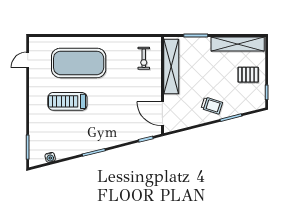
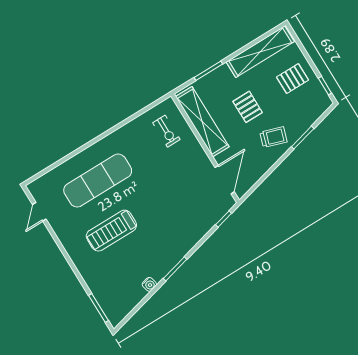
exercise mat: (79, 63) -> (98, 181), width x0.68
pallet: (207, 75) -> (248, 107), added
door: (162, 114) -> (225, 180), swing flipped
water cooler: (50, 157) -> (149, 284), moved

